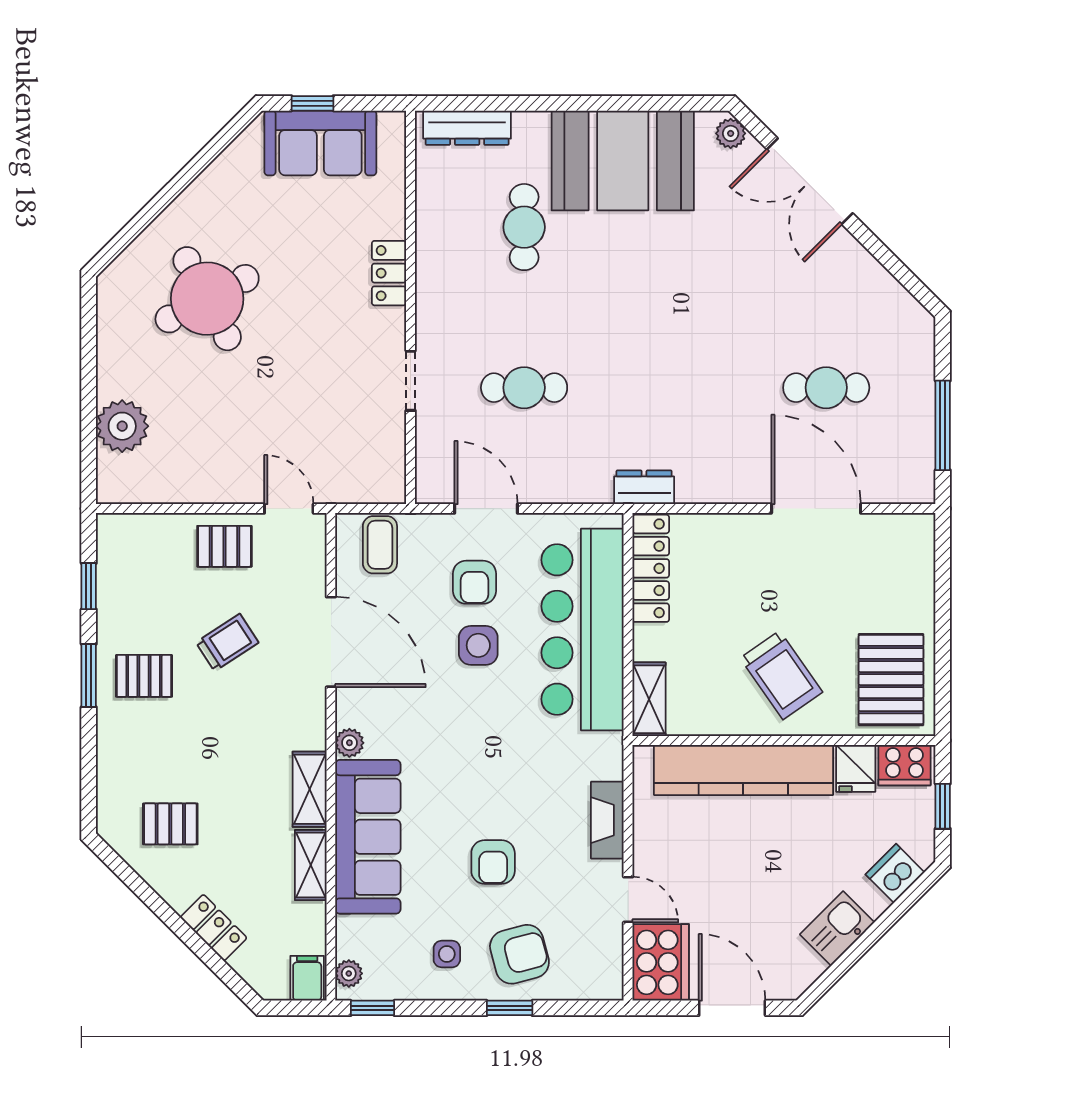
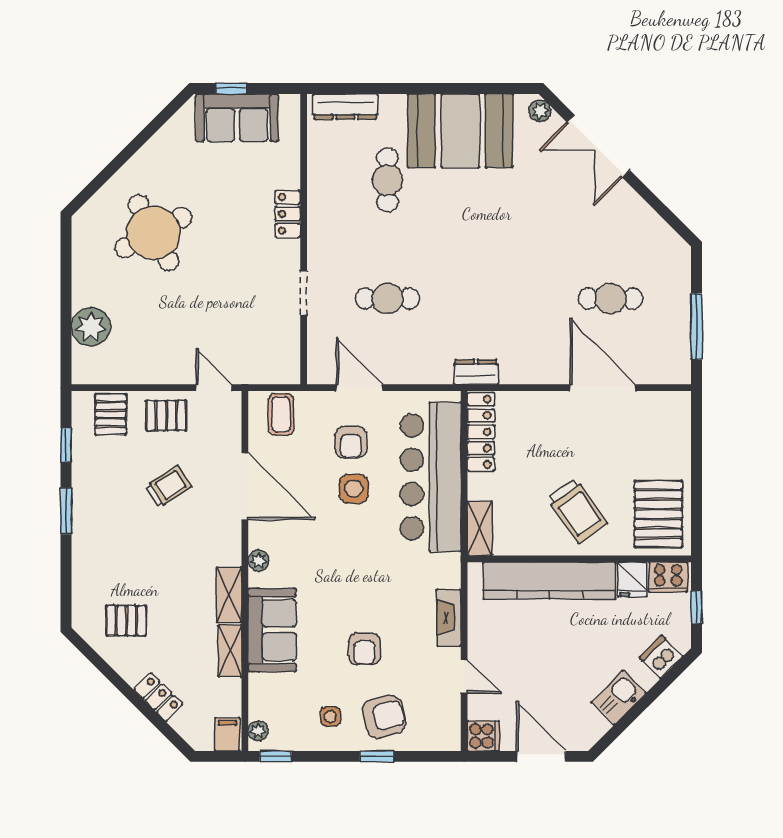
pallet: (144, 676) -> (111, 414), moved, turned 90
sofa: (368, 837) -> (272, 630), width x0.73
cooker: (661, 962) -> (483, 736), width x0.53, depth x0.76

